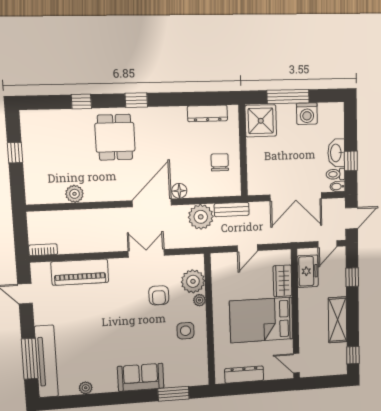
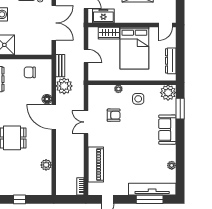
plant: (193, 281) -> (168, 93), moved

